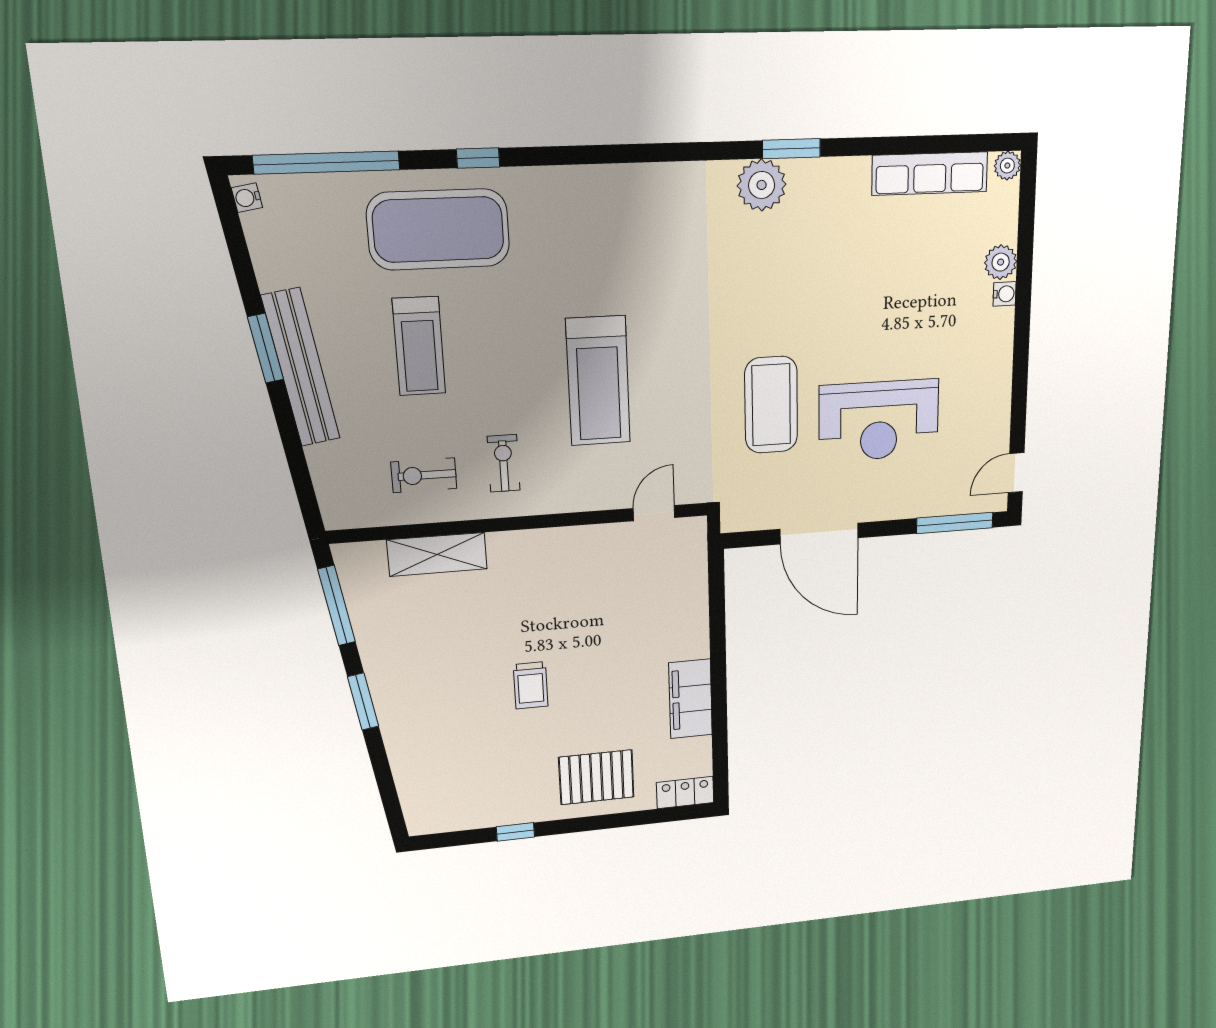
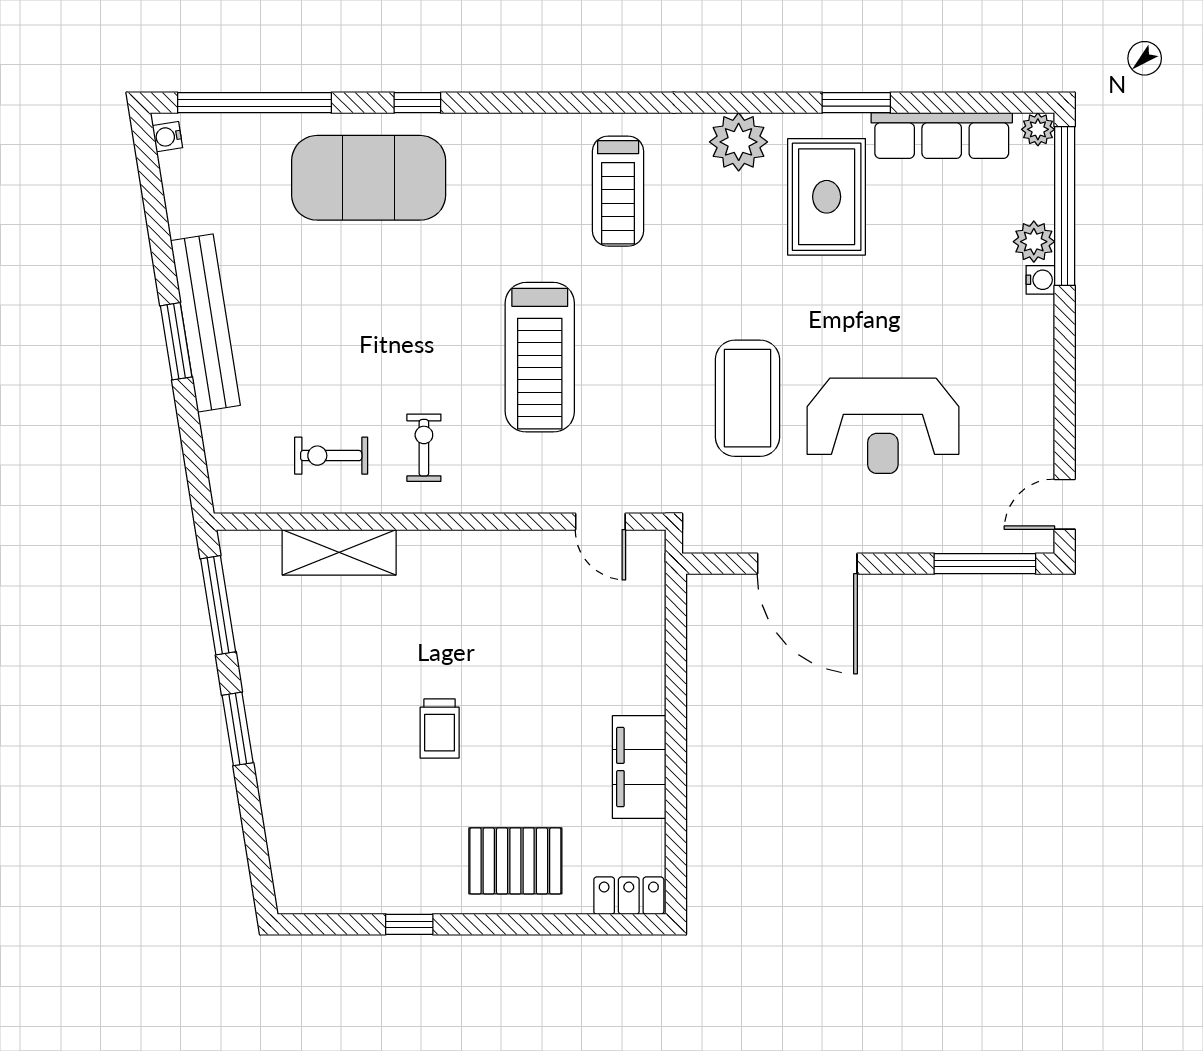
window: (791, 149) -> (856, 103), moved
rug: (835, 231) -> (827, 197), added
window: (1026, 231) -> (1065, 206), added
treadmill: (419, 346) -> (618, 191), moved
window: (266, 348) -> (176, 341), moved
door: (654, 513) -> (600, 522), swing flipped

